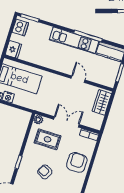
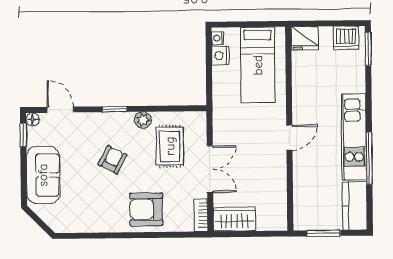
door: (78, 79) -> (289, 137), moved
wardrobe: (102, 102) -> (234, 219), moved
plant: (38, 120) -> (143, 120), moved
armchair: (77, 162) -> (146, 209), turned 180

